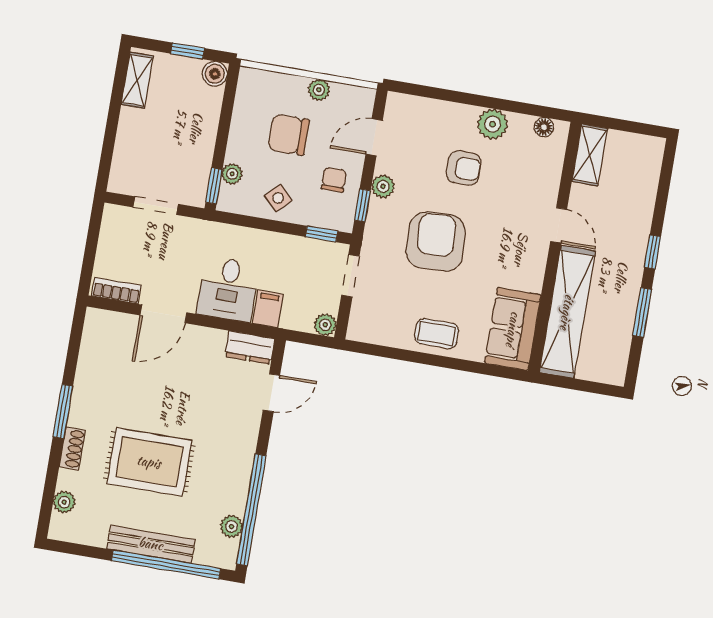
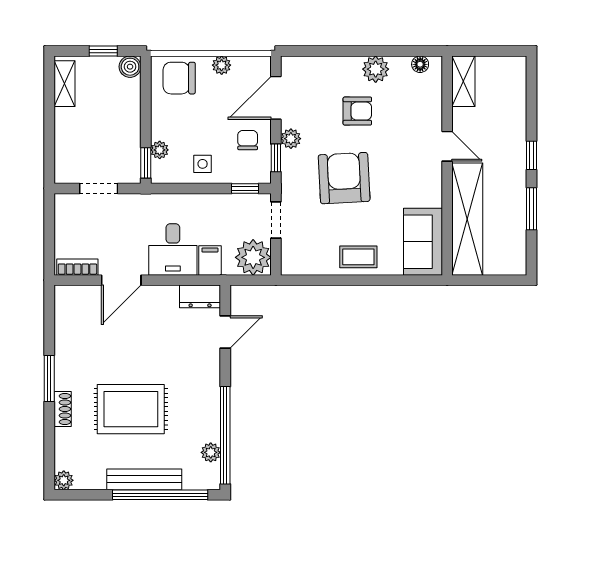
chair: (289, 135) -> (179, 78), moved
door: (374, 137) -> (276, 98), width x1.38
side table: (278, 198) -> (203, 164), turned 45
plant: (325, 325) -> (253, 257), width x1.87, depth x1.87
plant: (64, 502) -> (64, 480), moved

